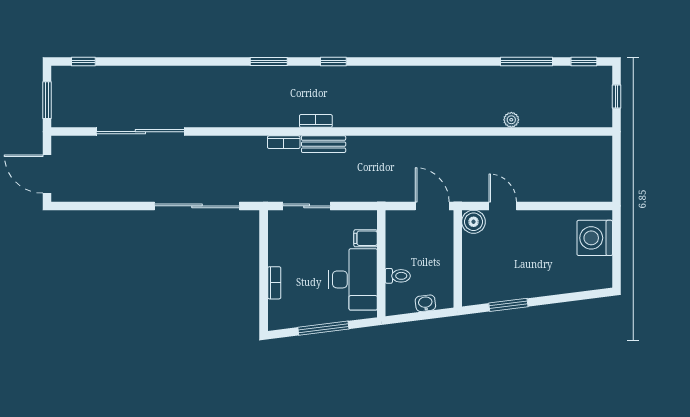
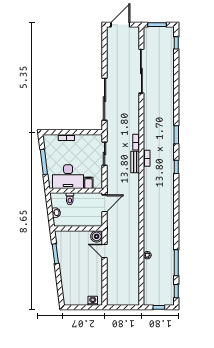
door: (432, 206) -> (105, 203), moved
door: (503, 206) -> (105, 251), swing flipped
washing machine: (595, 238) -> (93, 301), width x0.53, depth x0.53

